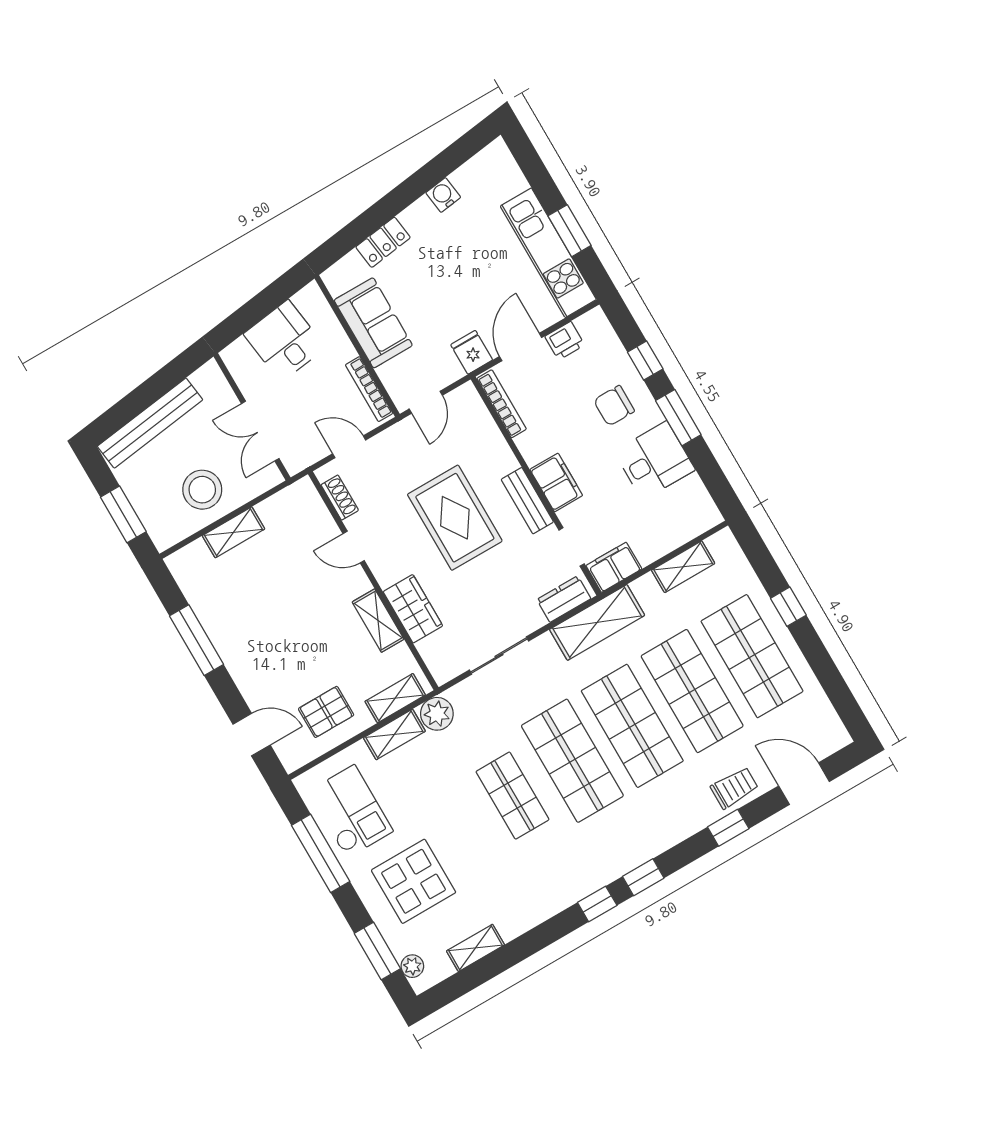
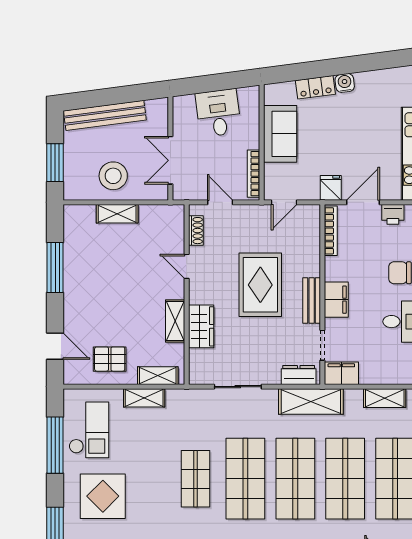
water cooler: (443, 195) -> (345, 83), moved
plant: (437, 714) -> (178, 400), removed

